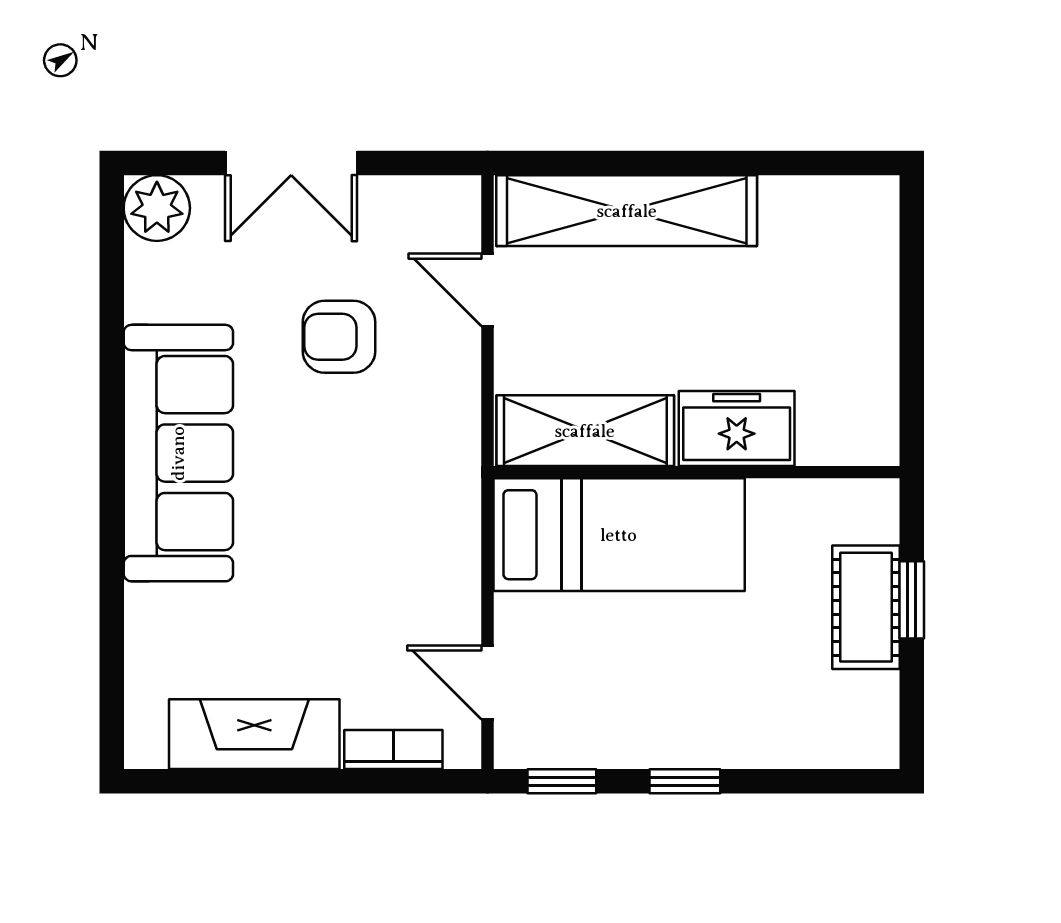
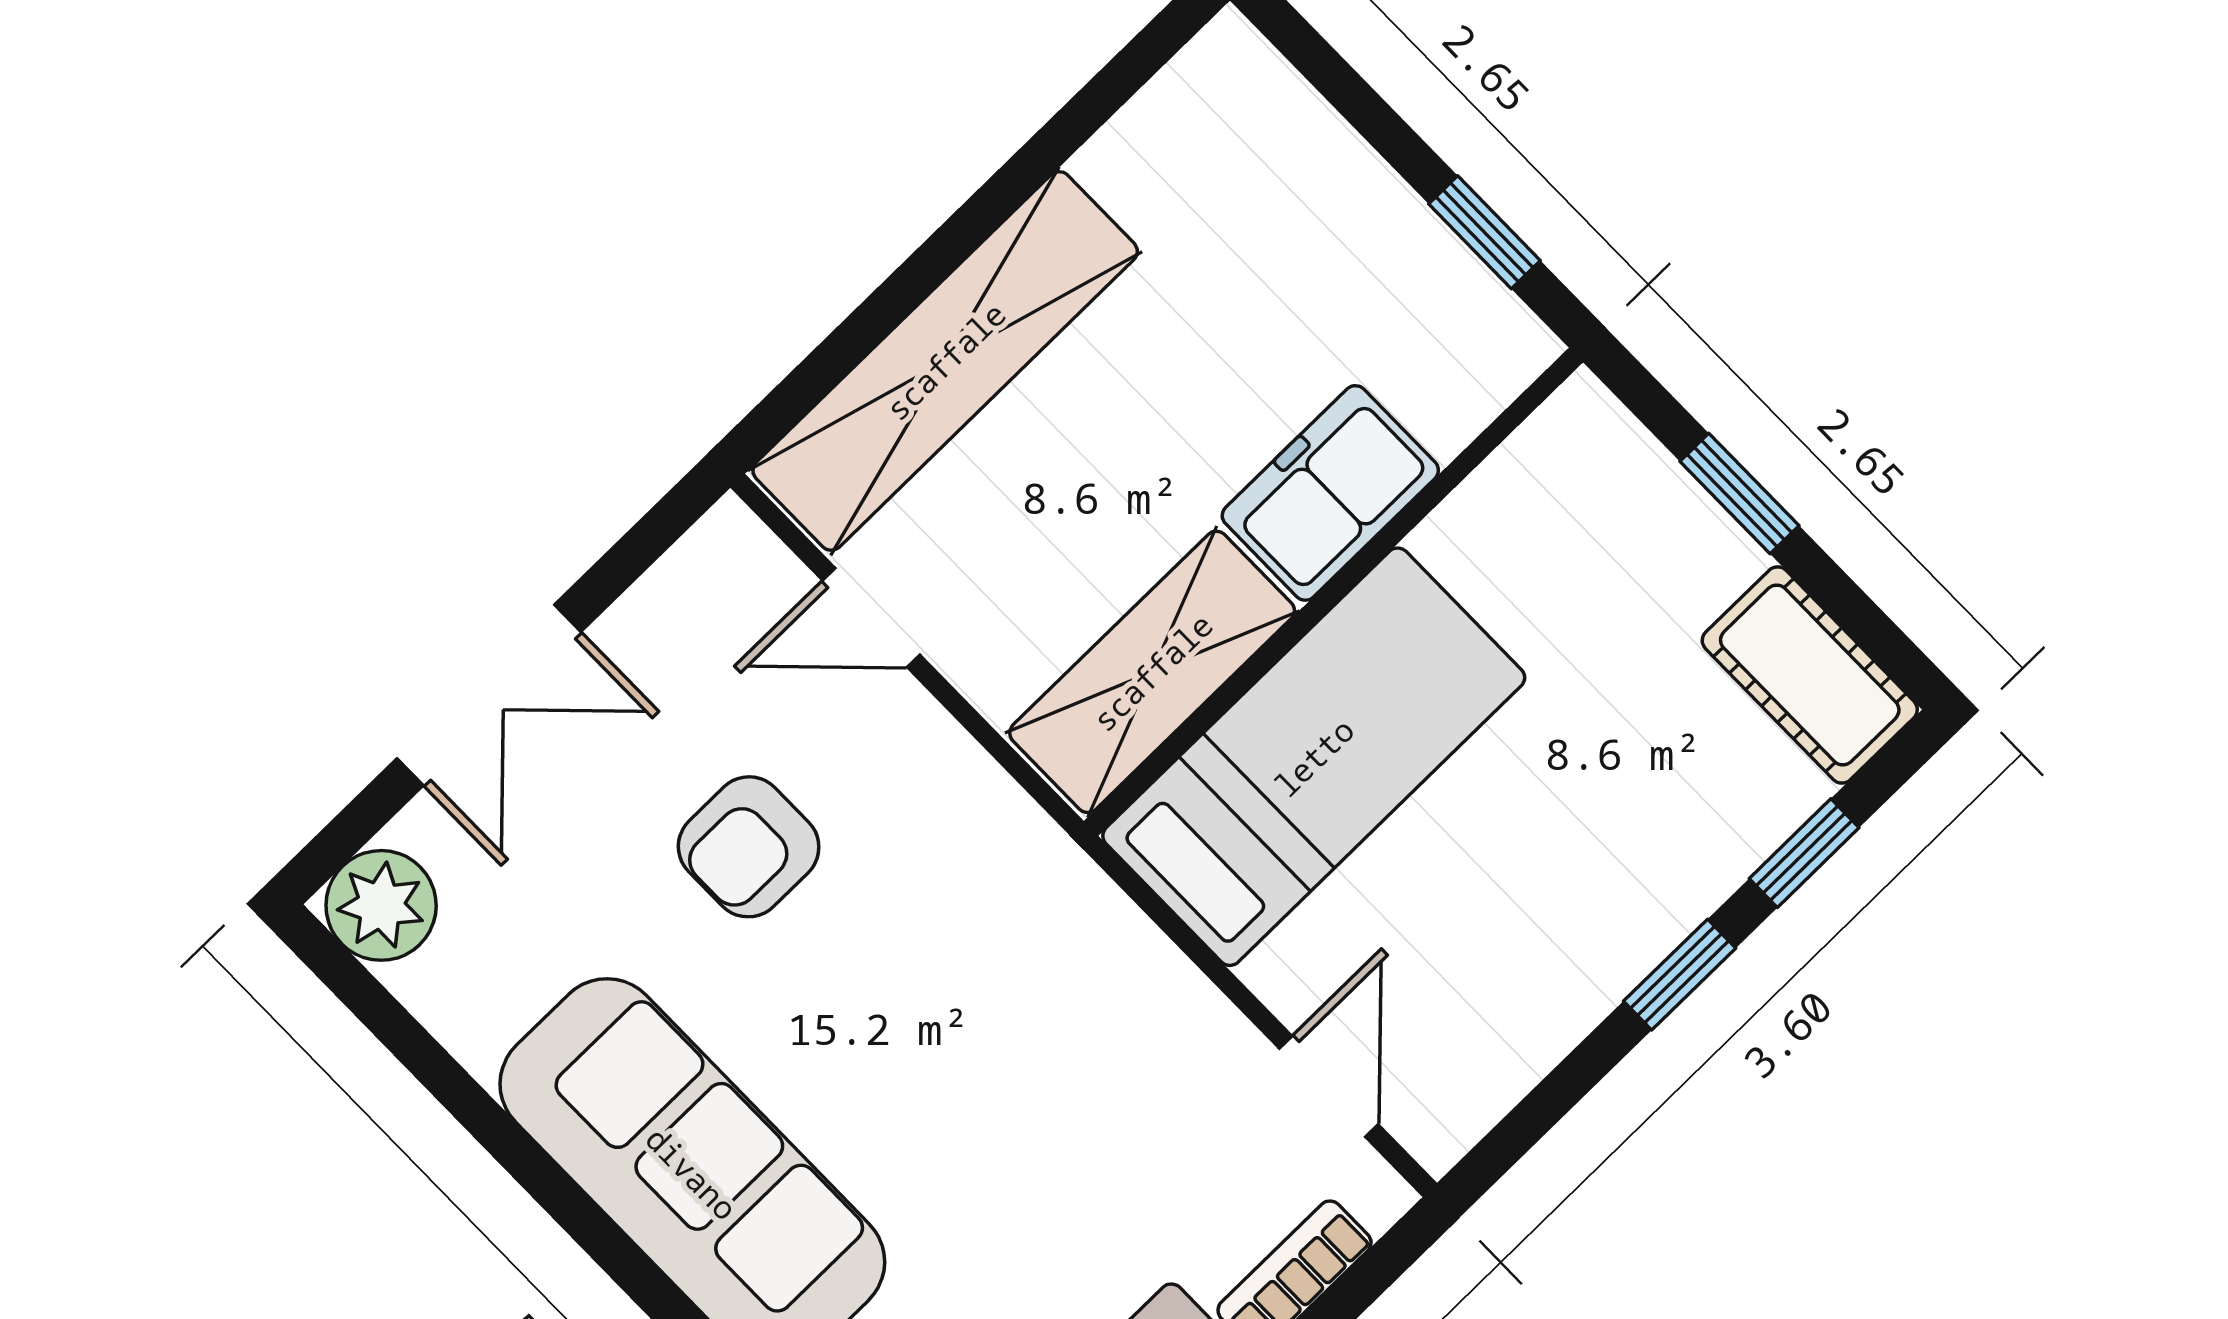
window: (912, 381) -> (1484, 232), added
cot: (866, 607) -> (1810, 675), moved
door: (488, 682) -> (1329, 1086), swing flipped
window: (562, 781) -> (1804, 853), moved

